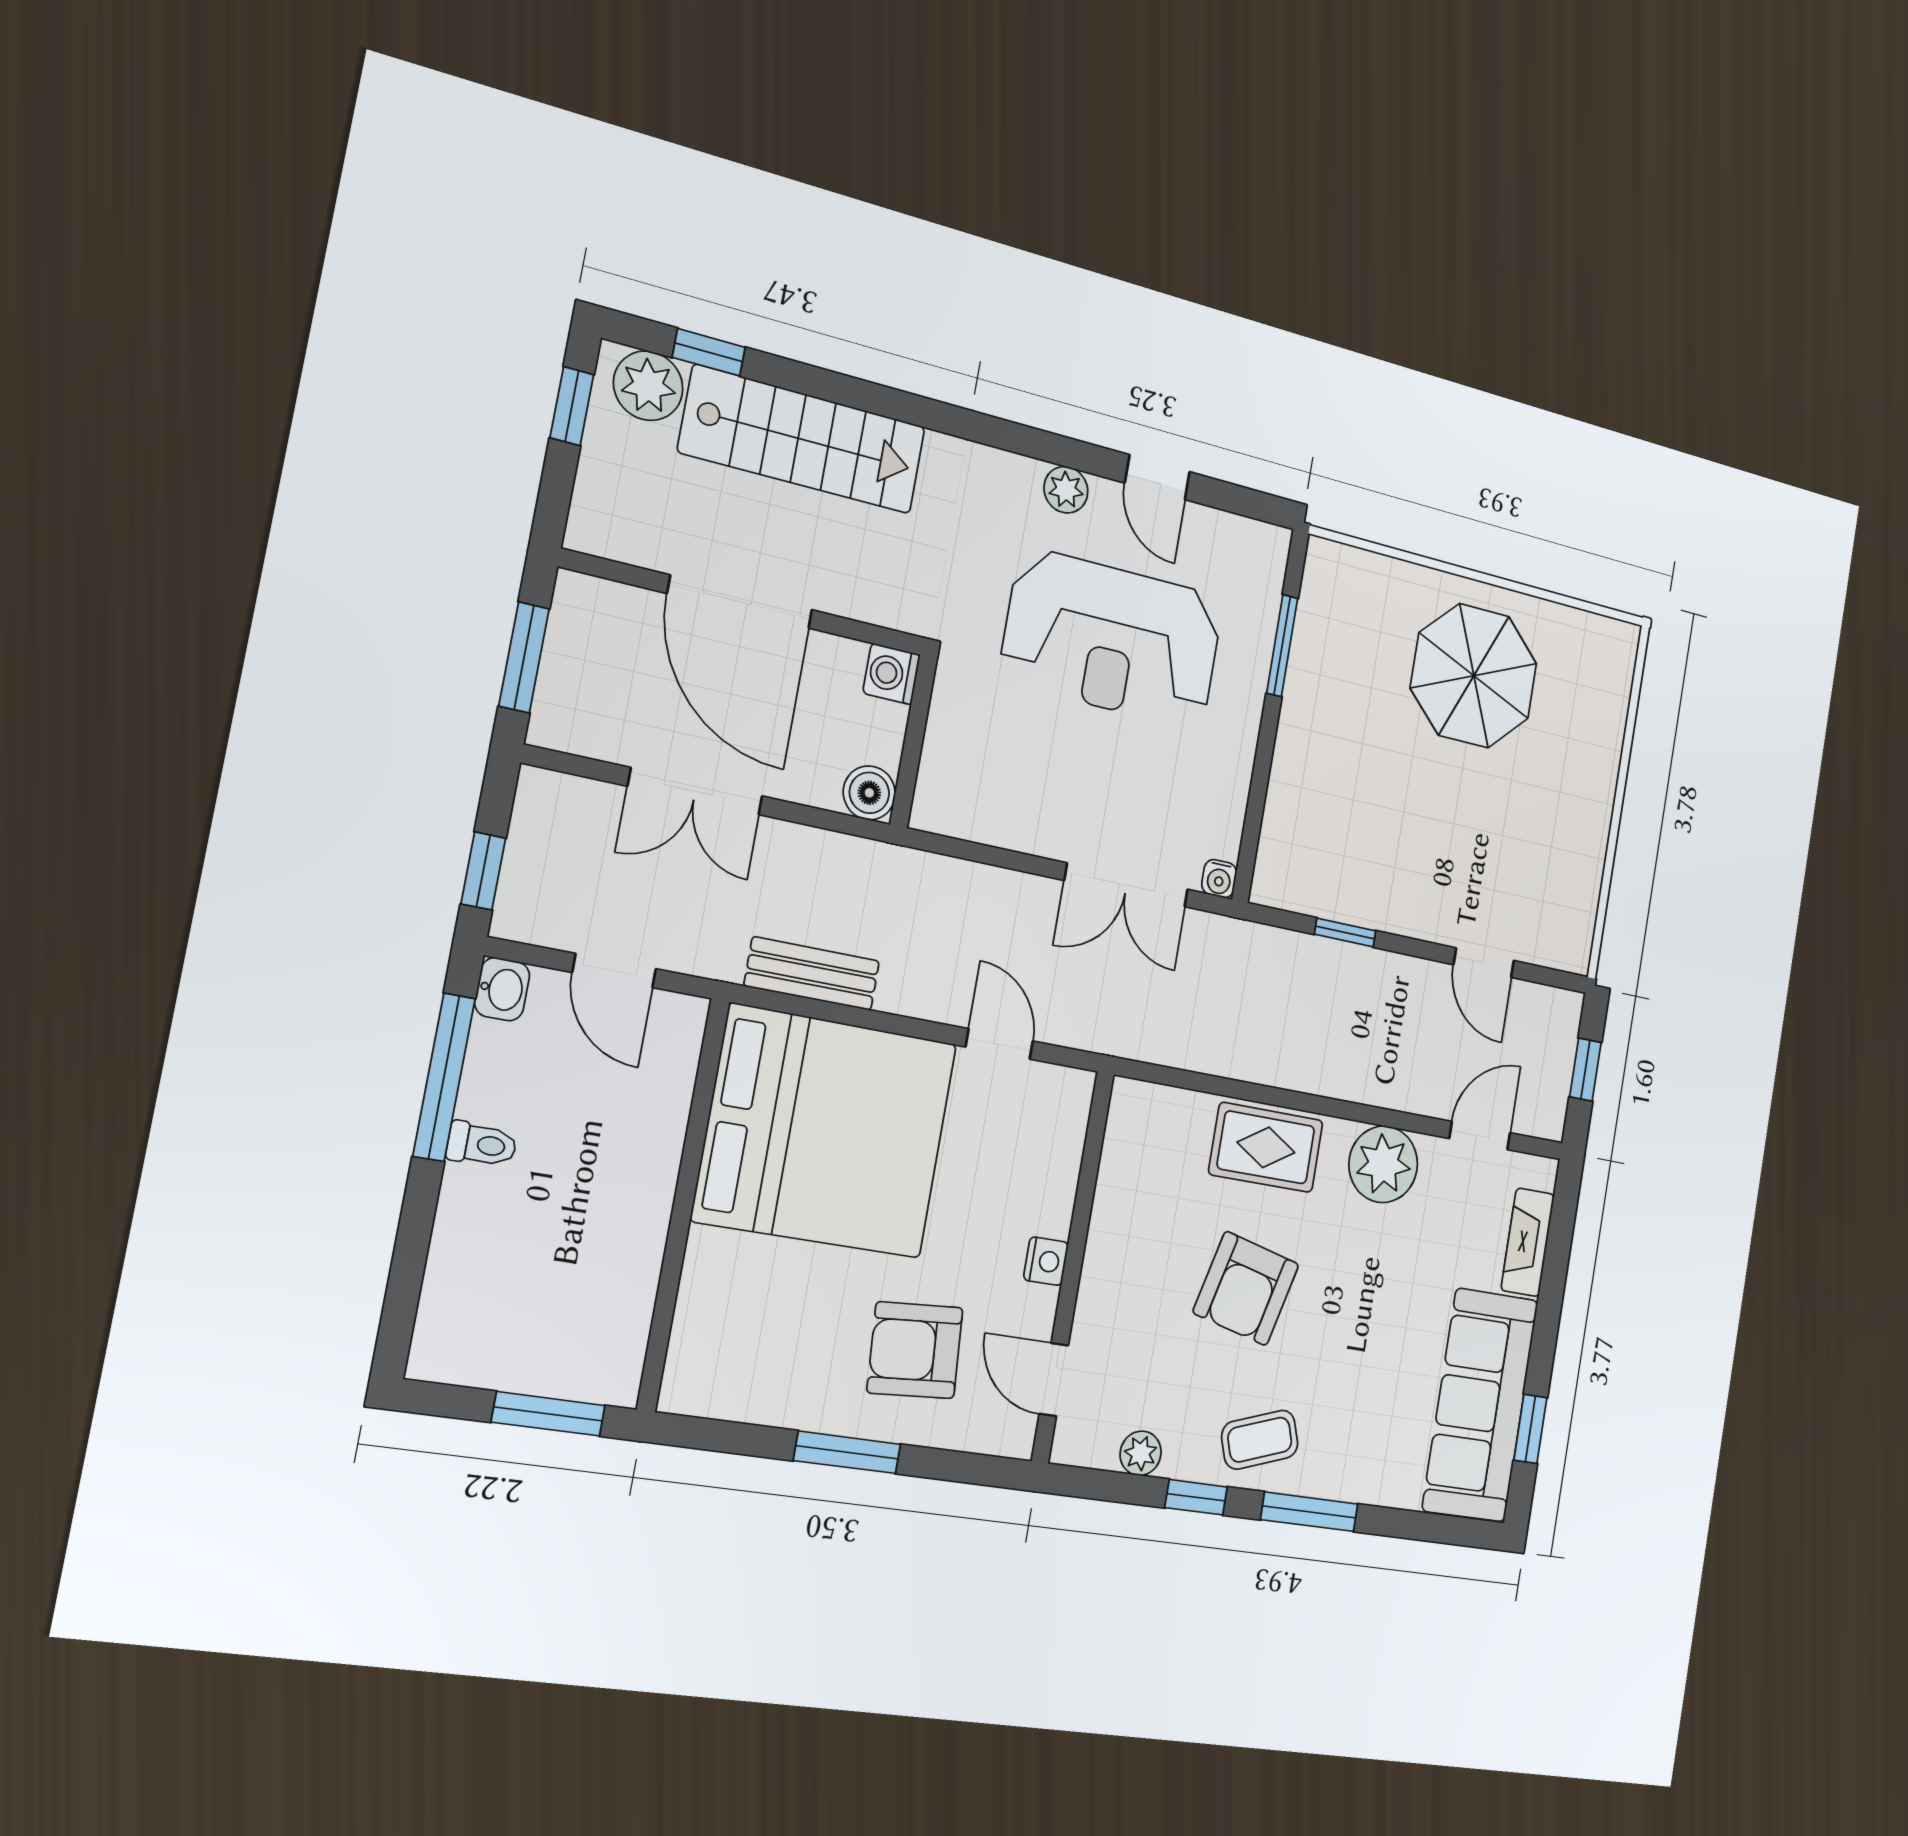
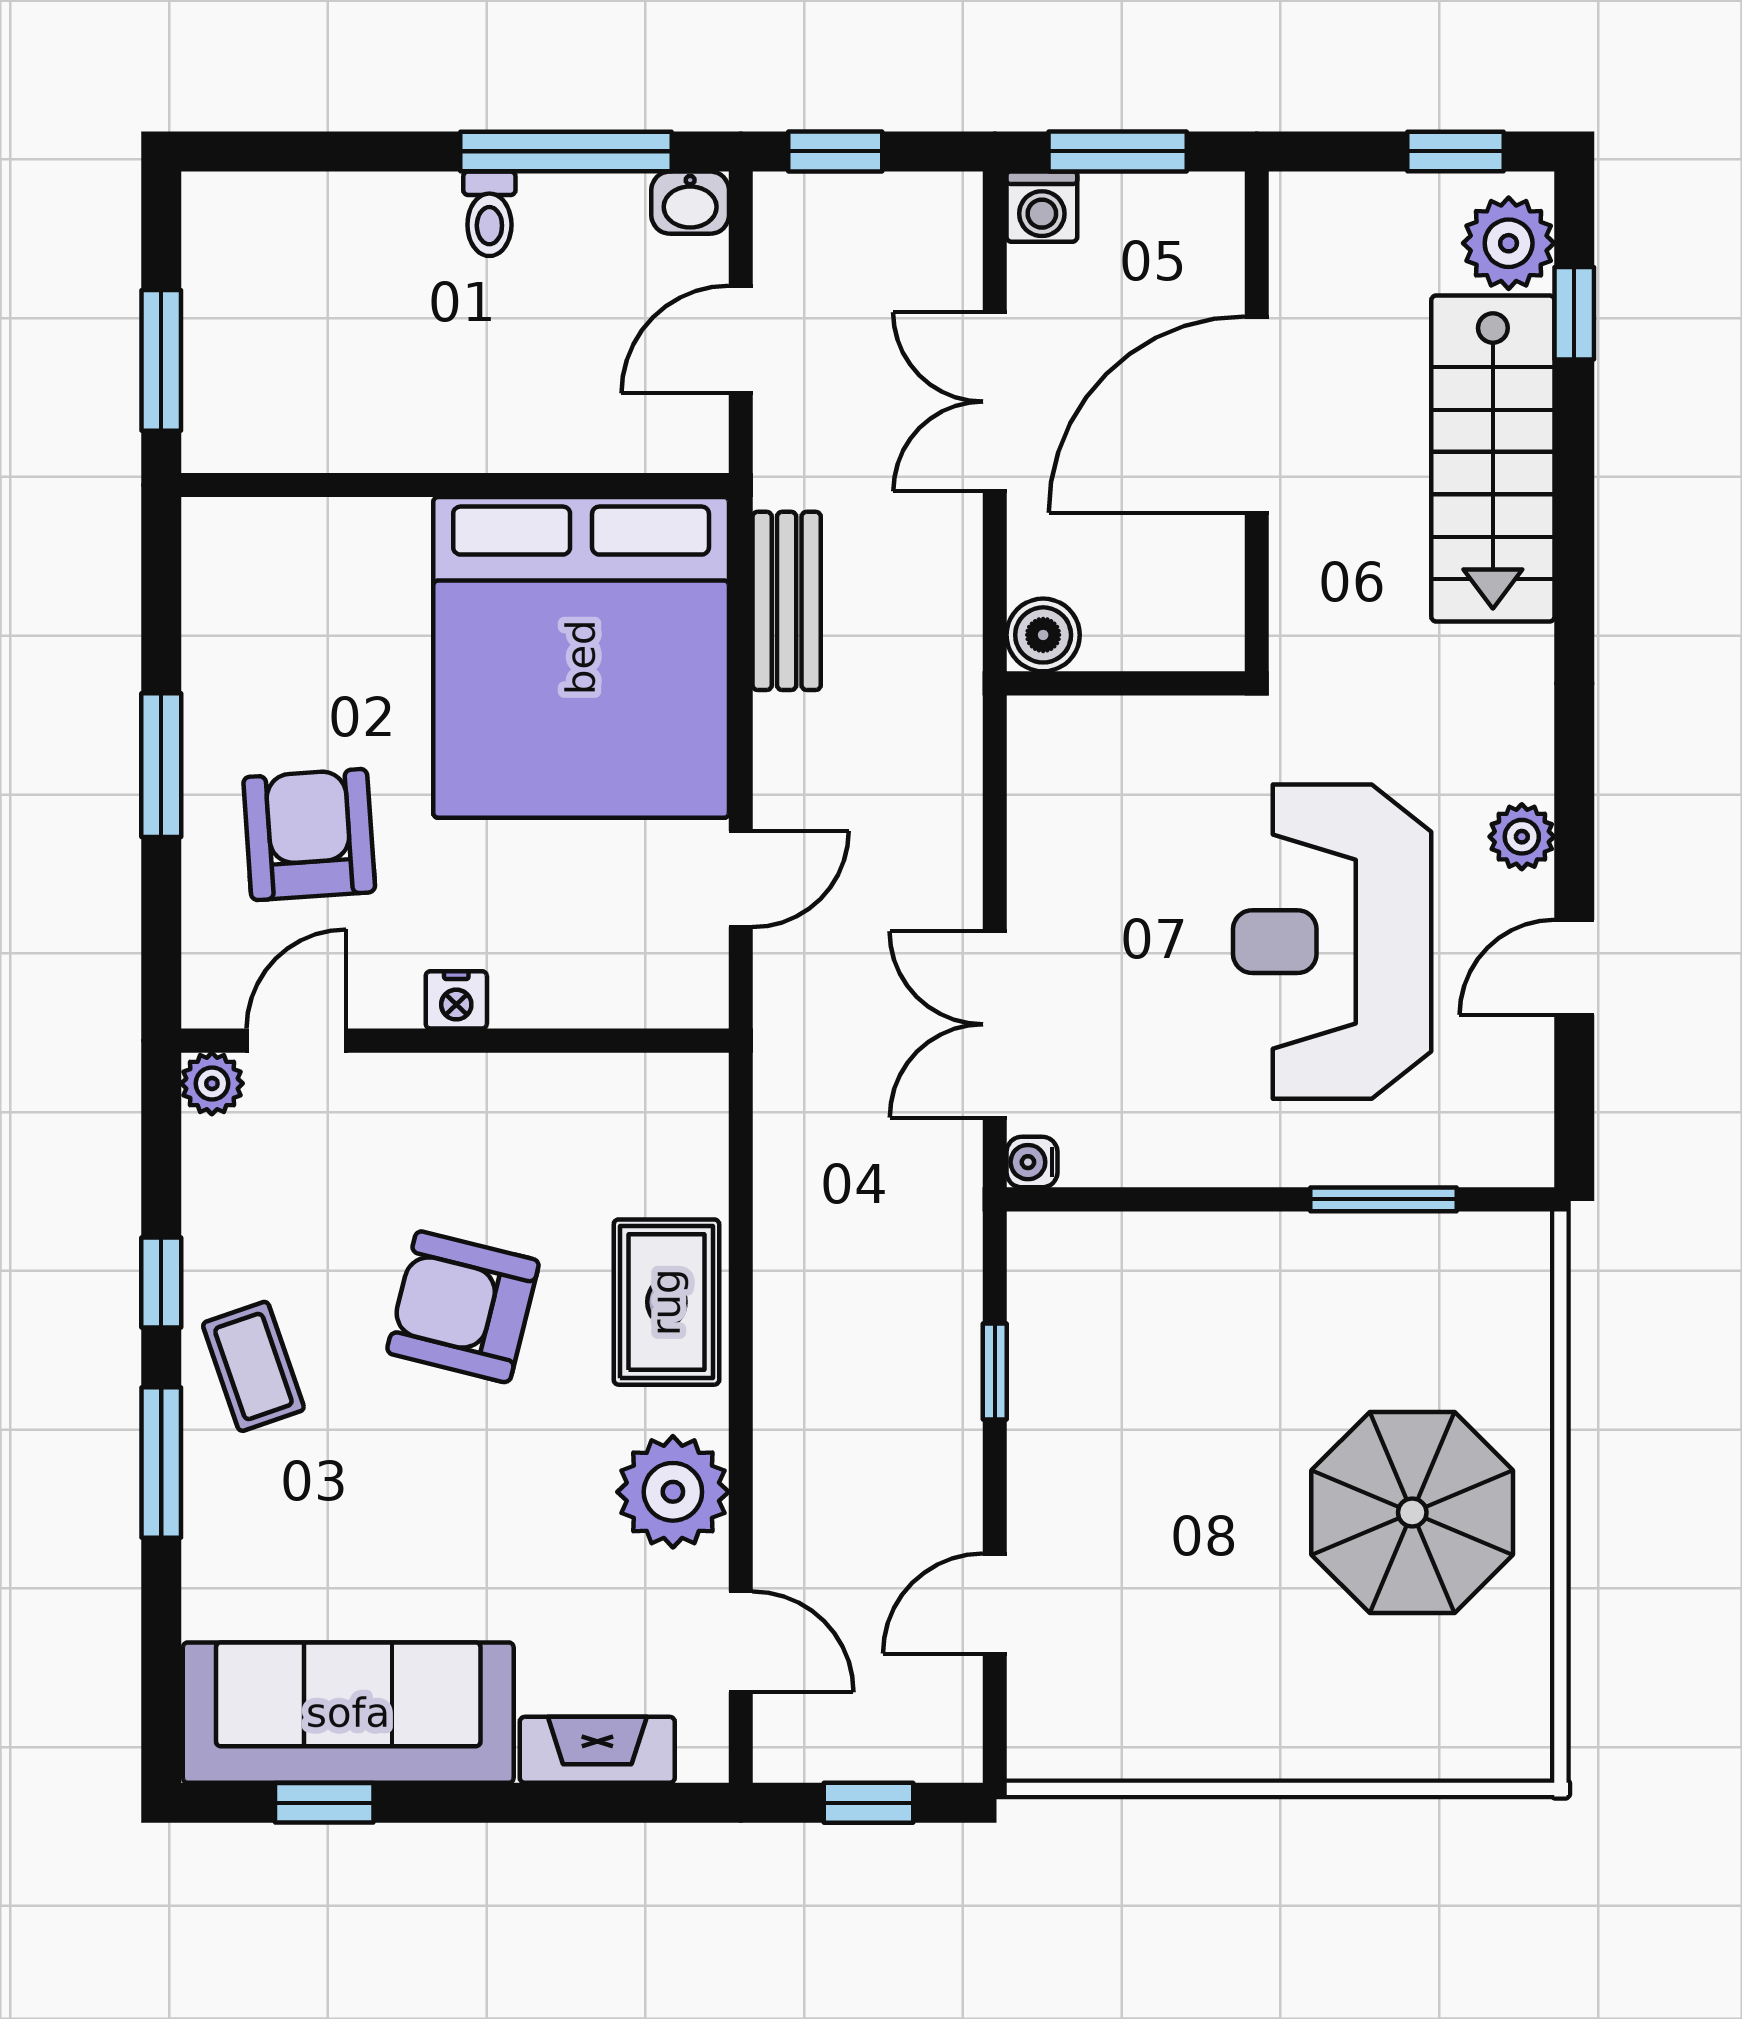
washing machine: (891, 674) -> (1042, 207), moved, turned 180
plant: (1141, 1453) -> (212, 1083), moved

